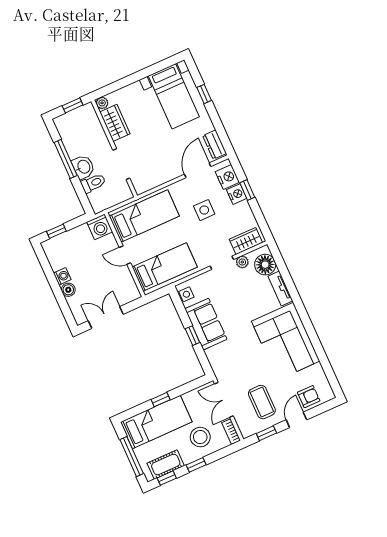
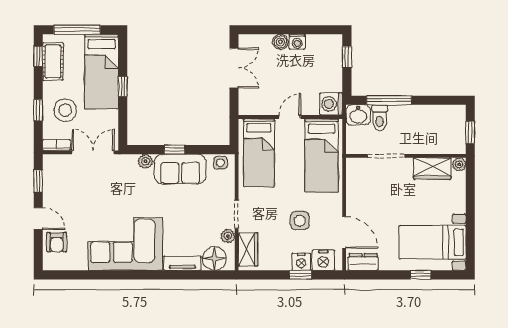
window: (66, 159) -> (389, 100), moved
washbasin: (83, 167) -> (358, 115), moved
plant: (212, 355) -> (146, 161), added
coffee table: (262, 402) -> (73, 191), removed
window: (196, 465) -> (38, 110), moved

